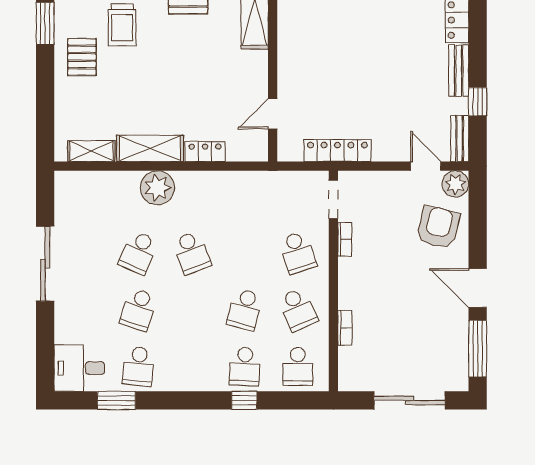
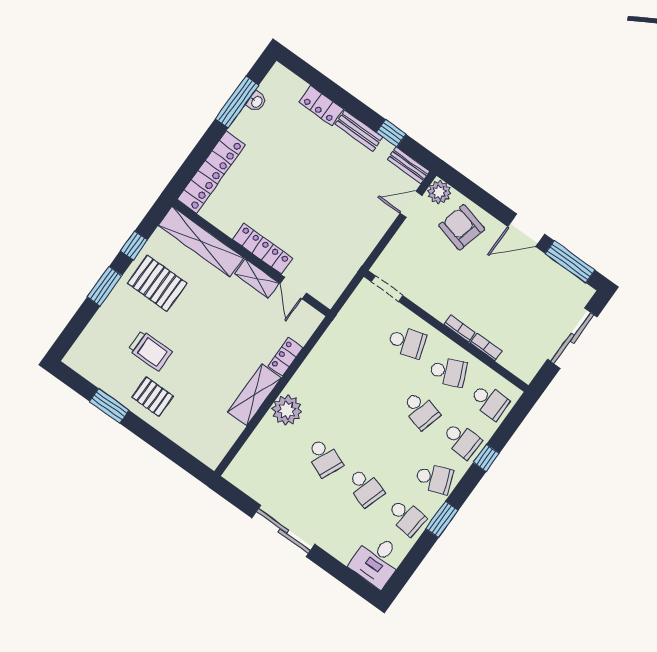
shelving: (91, 151) -> (257, 278), moved, turned 90
locker: (337, 151) -> (263, 249), moved, turned 90
bookcase: (345, 239) -> (460, 328), moved
school desk: (192, 253) -> (434, 478), moved
window: (116, 400) -> (442, 519), moved

